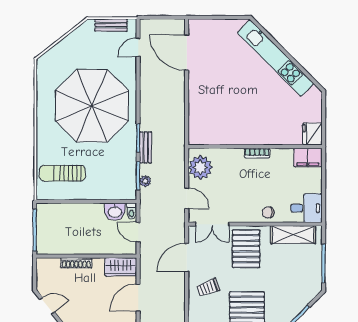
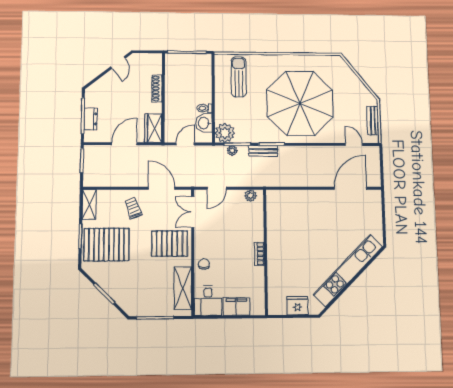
fridge: (312, 134) -> (297, 306), moved
filing cabinet: (308, 158) -> (236, 306), moved, turned 90
plant: (200, 167) -> (251, 196), width x0.53, depth x0.53
plant: (126, 189) -> (225, 133), added
toilet: (131, 211) -> (204, 108), moved
door: (138, 298) -> (124, 144), hinge flipped

